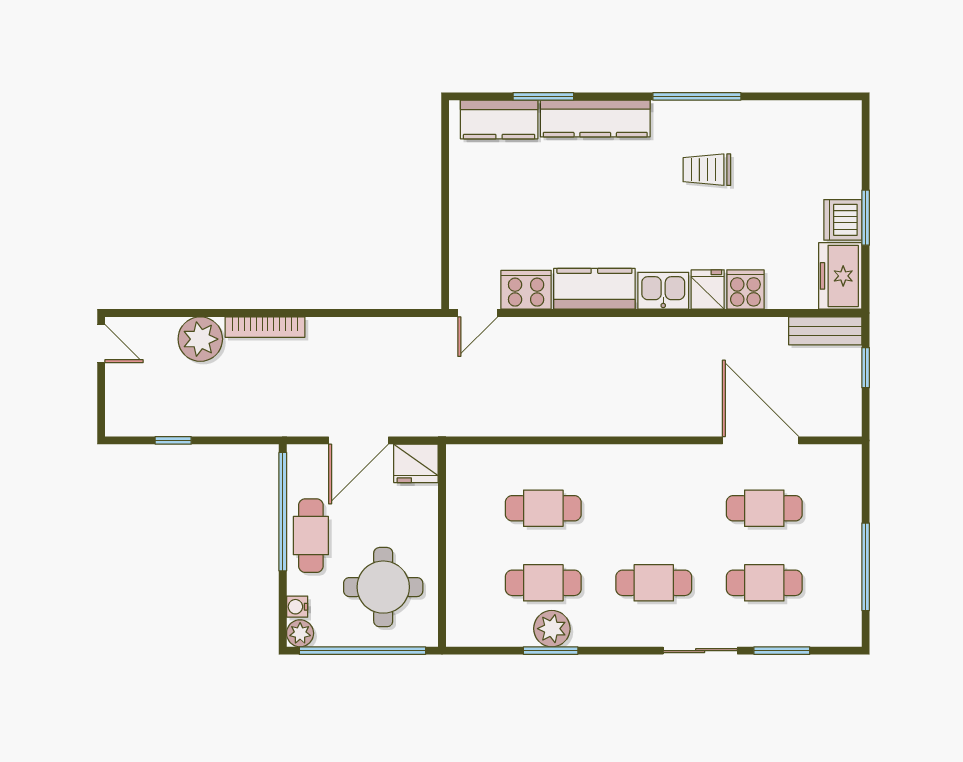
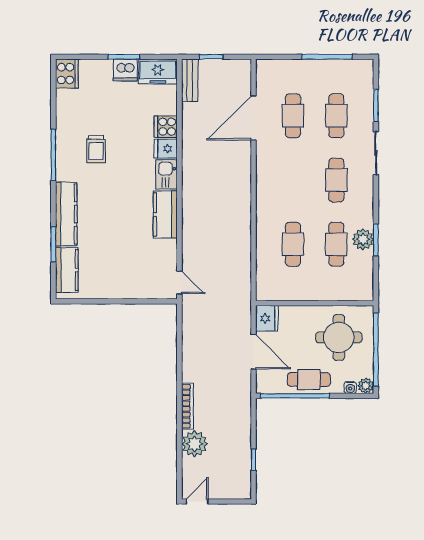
cooker: (526, 290) -> (67, 74), moved, turned 180

